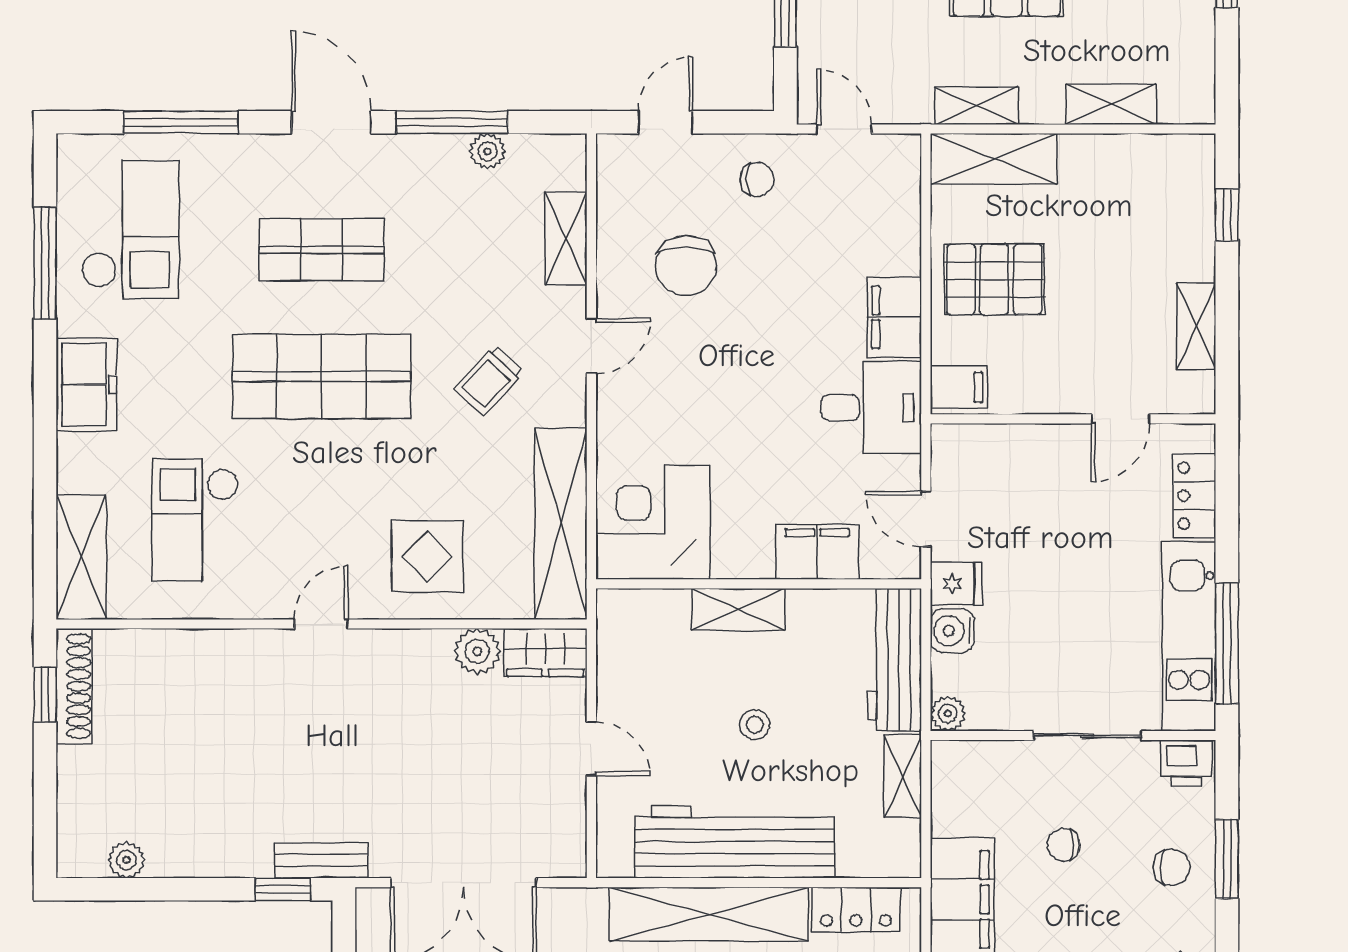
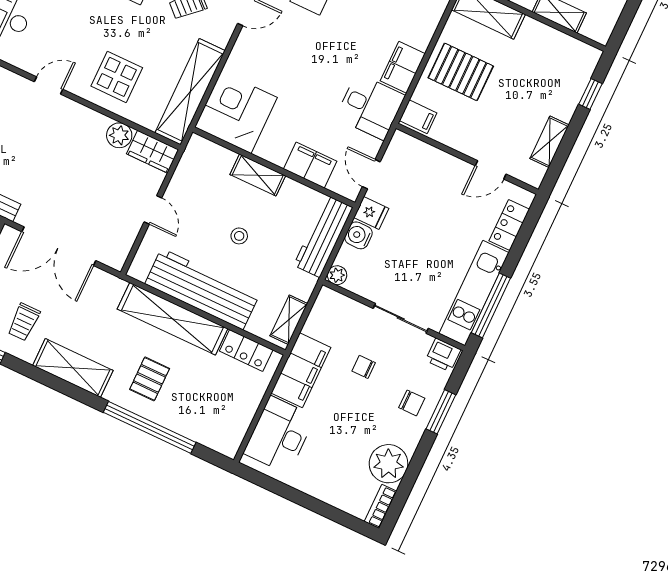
shelving: (903, 776) -> (289, 320), moved

